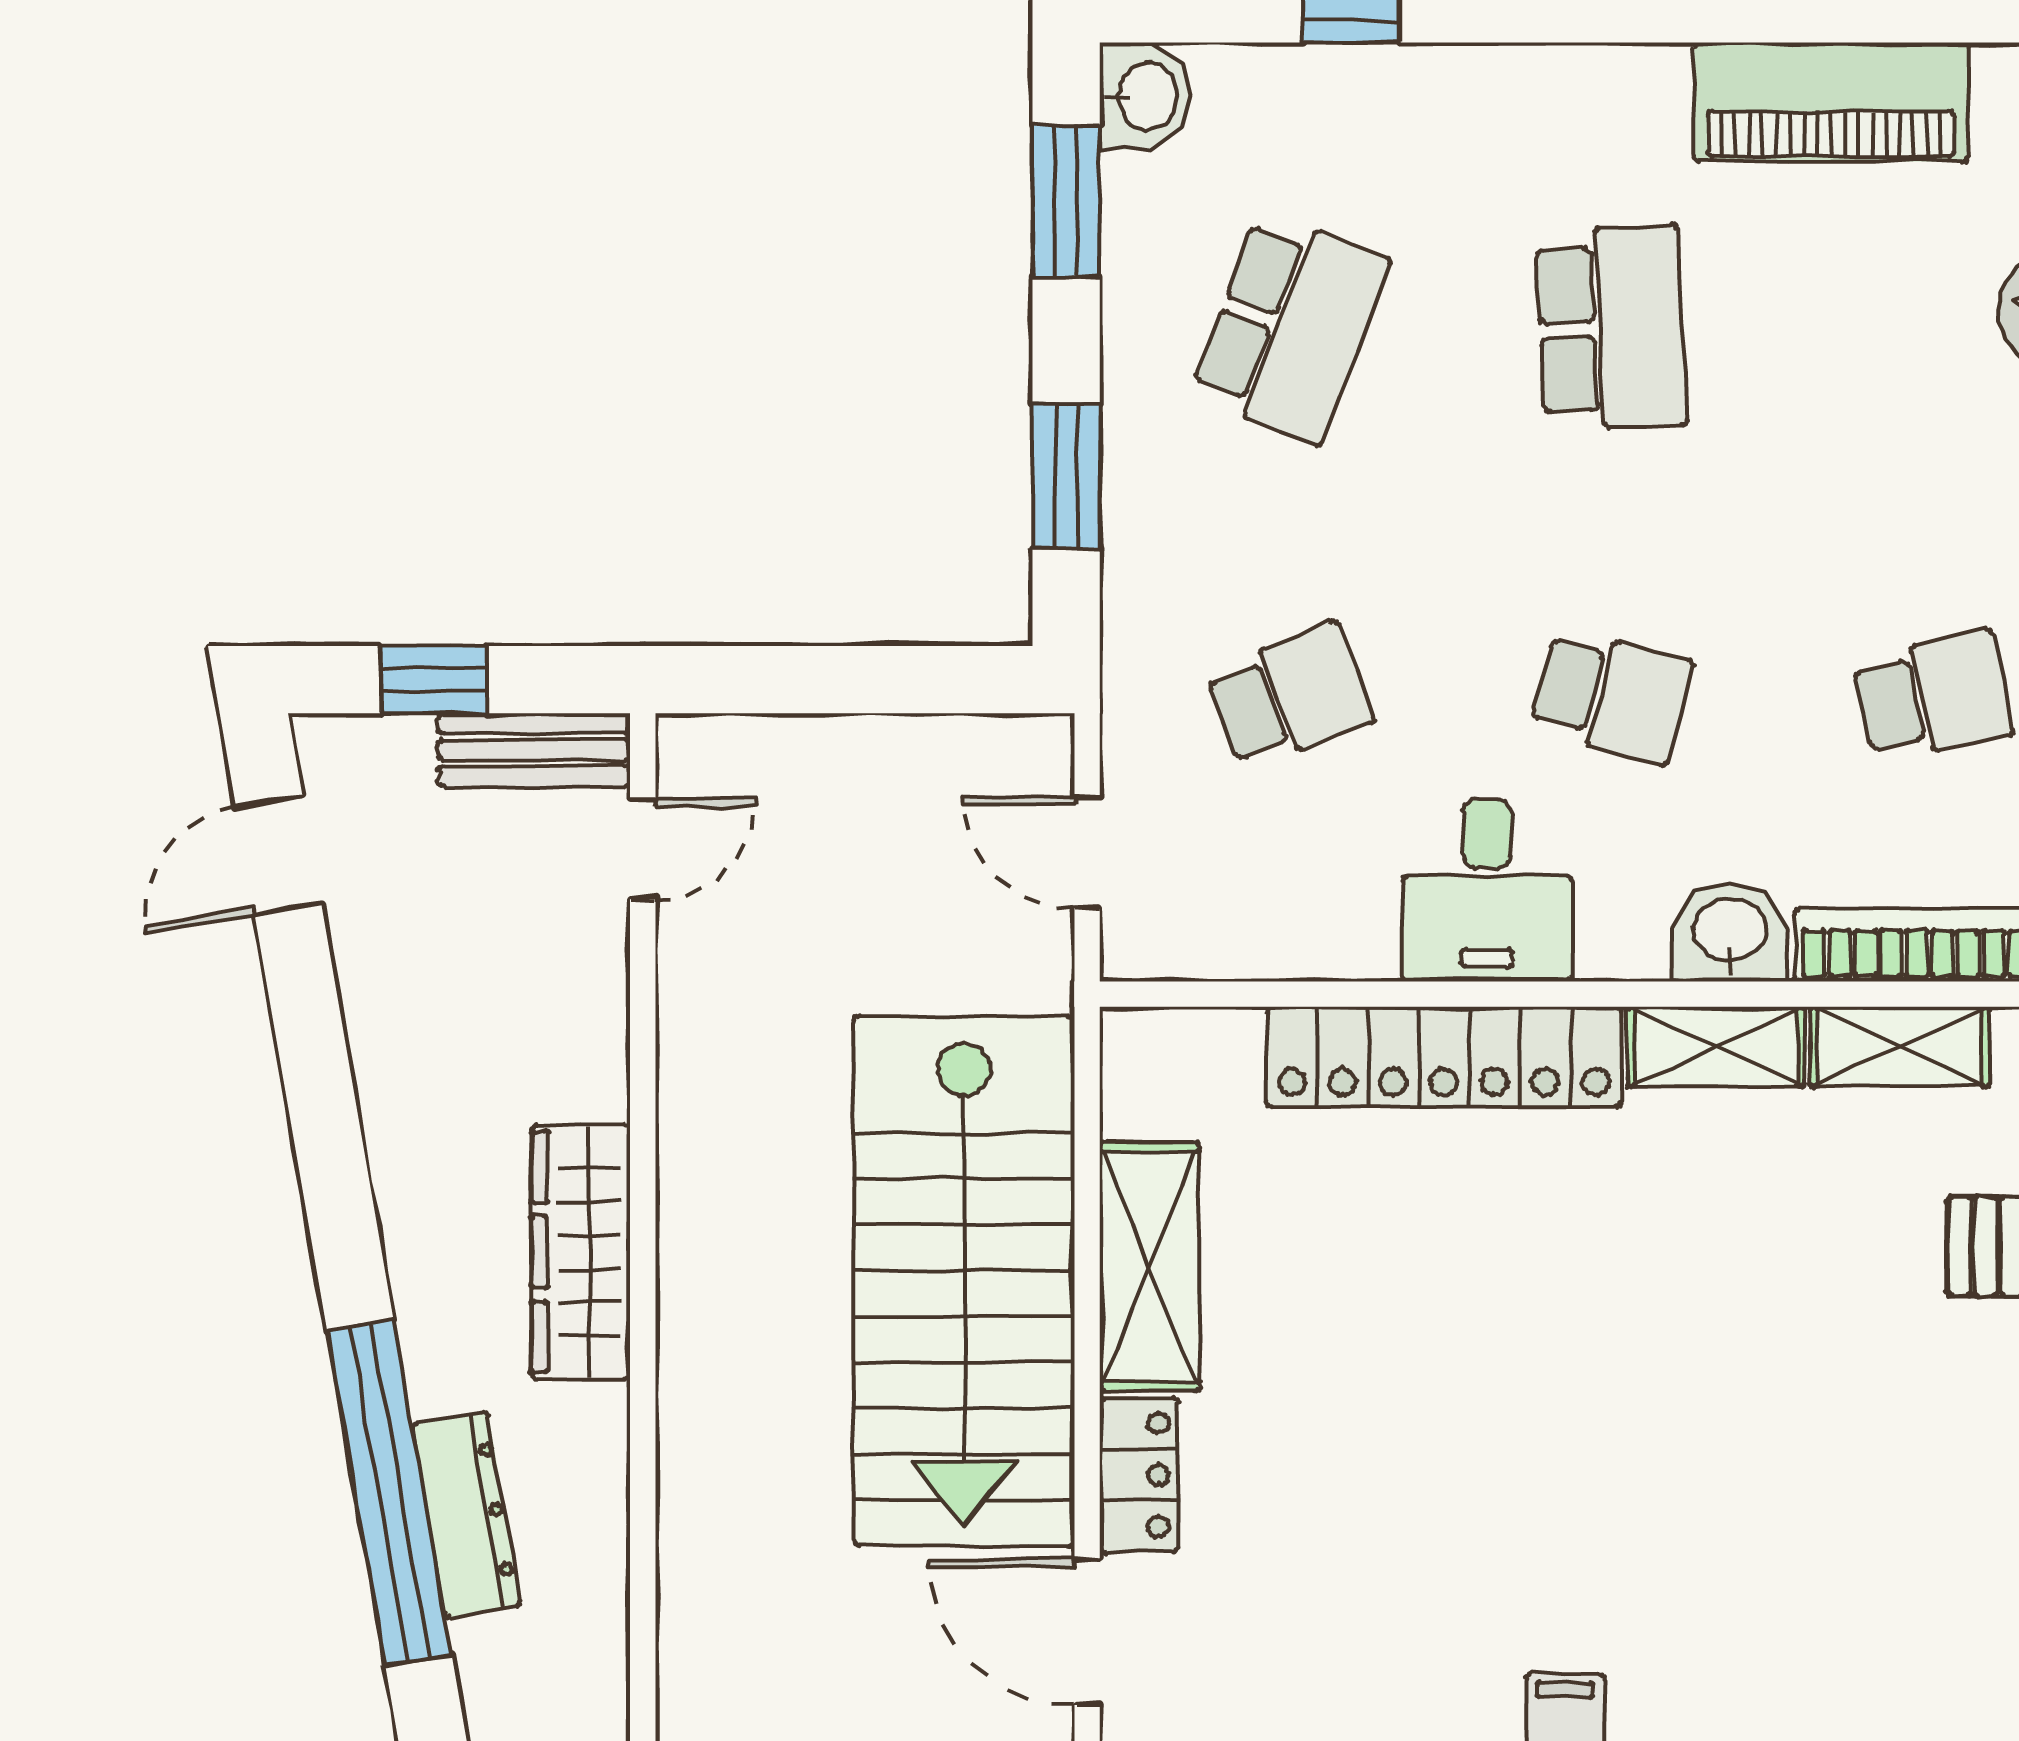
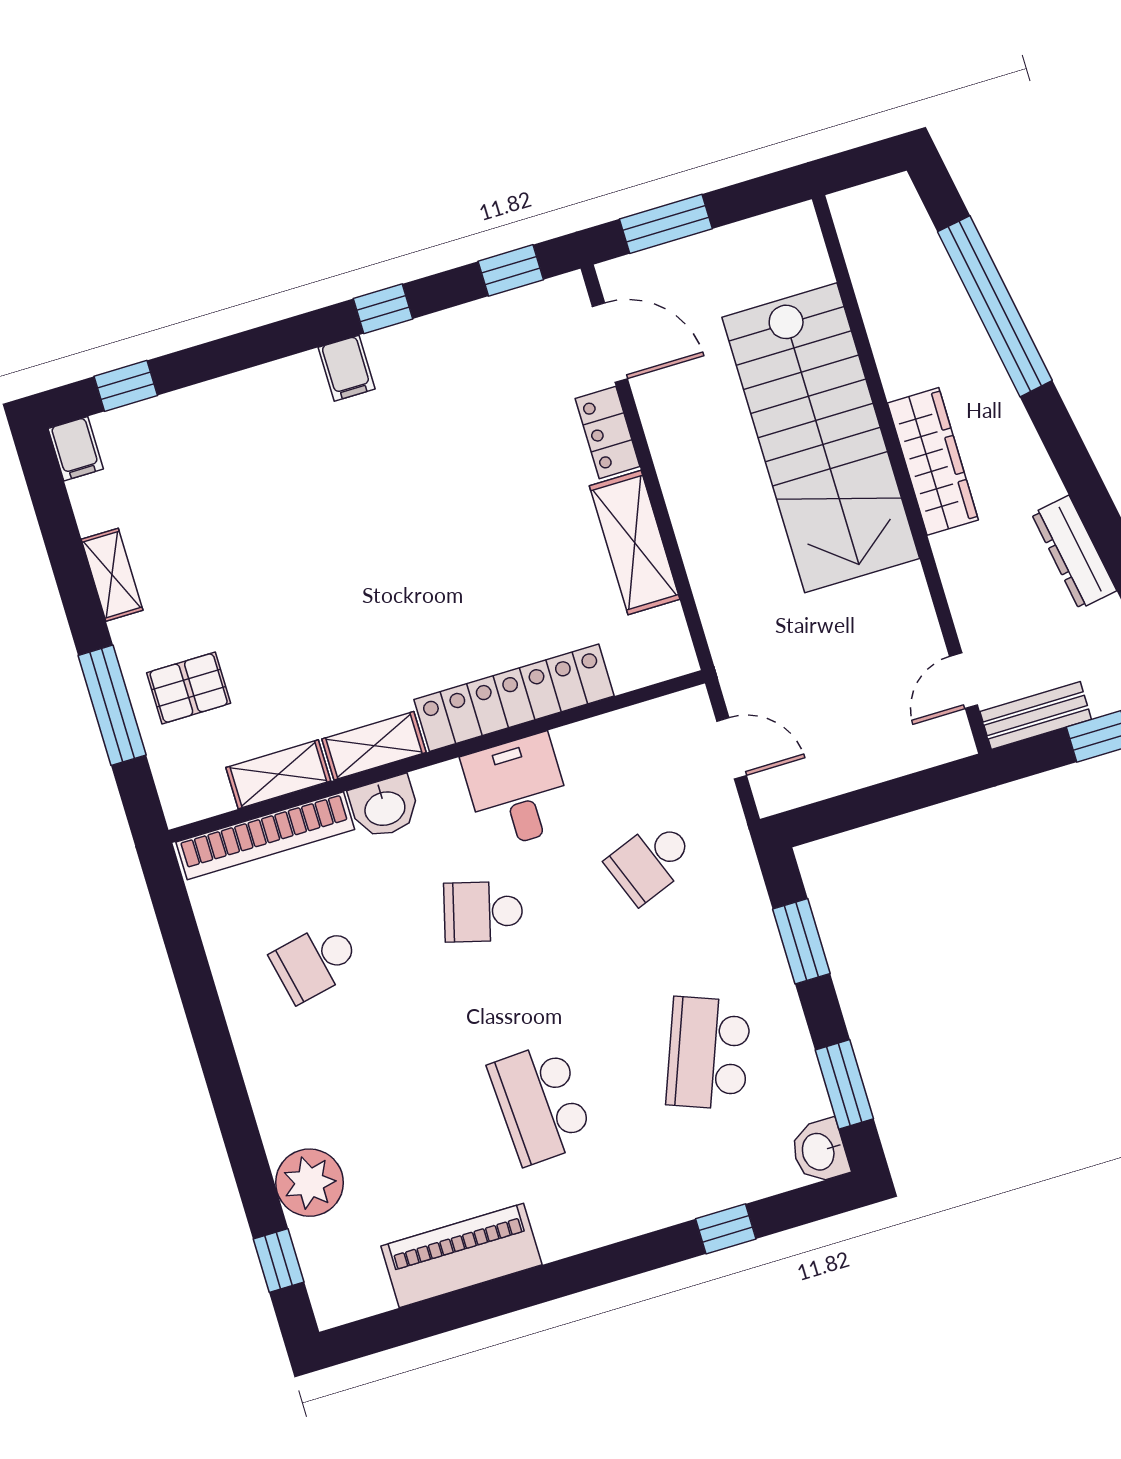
stairs: (964, 1281) -> (821, 438), moved, turned 180
dresser: (467, 1515) -> (1074, 552), moved

